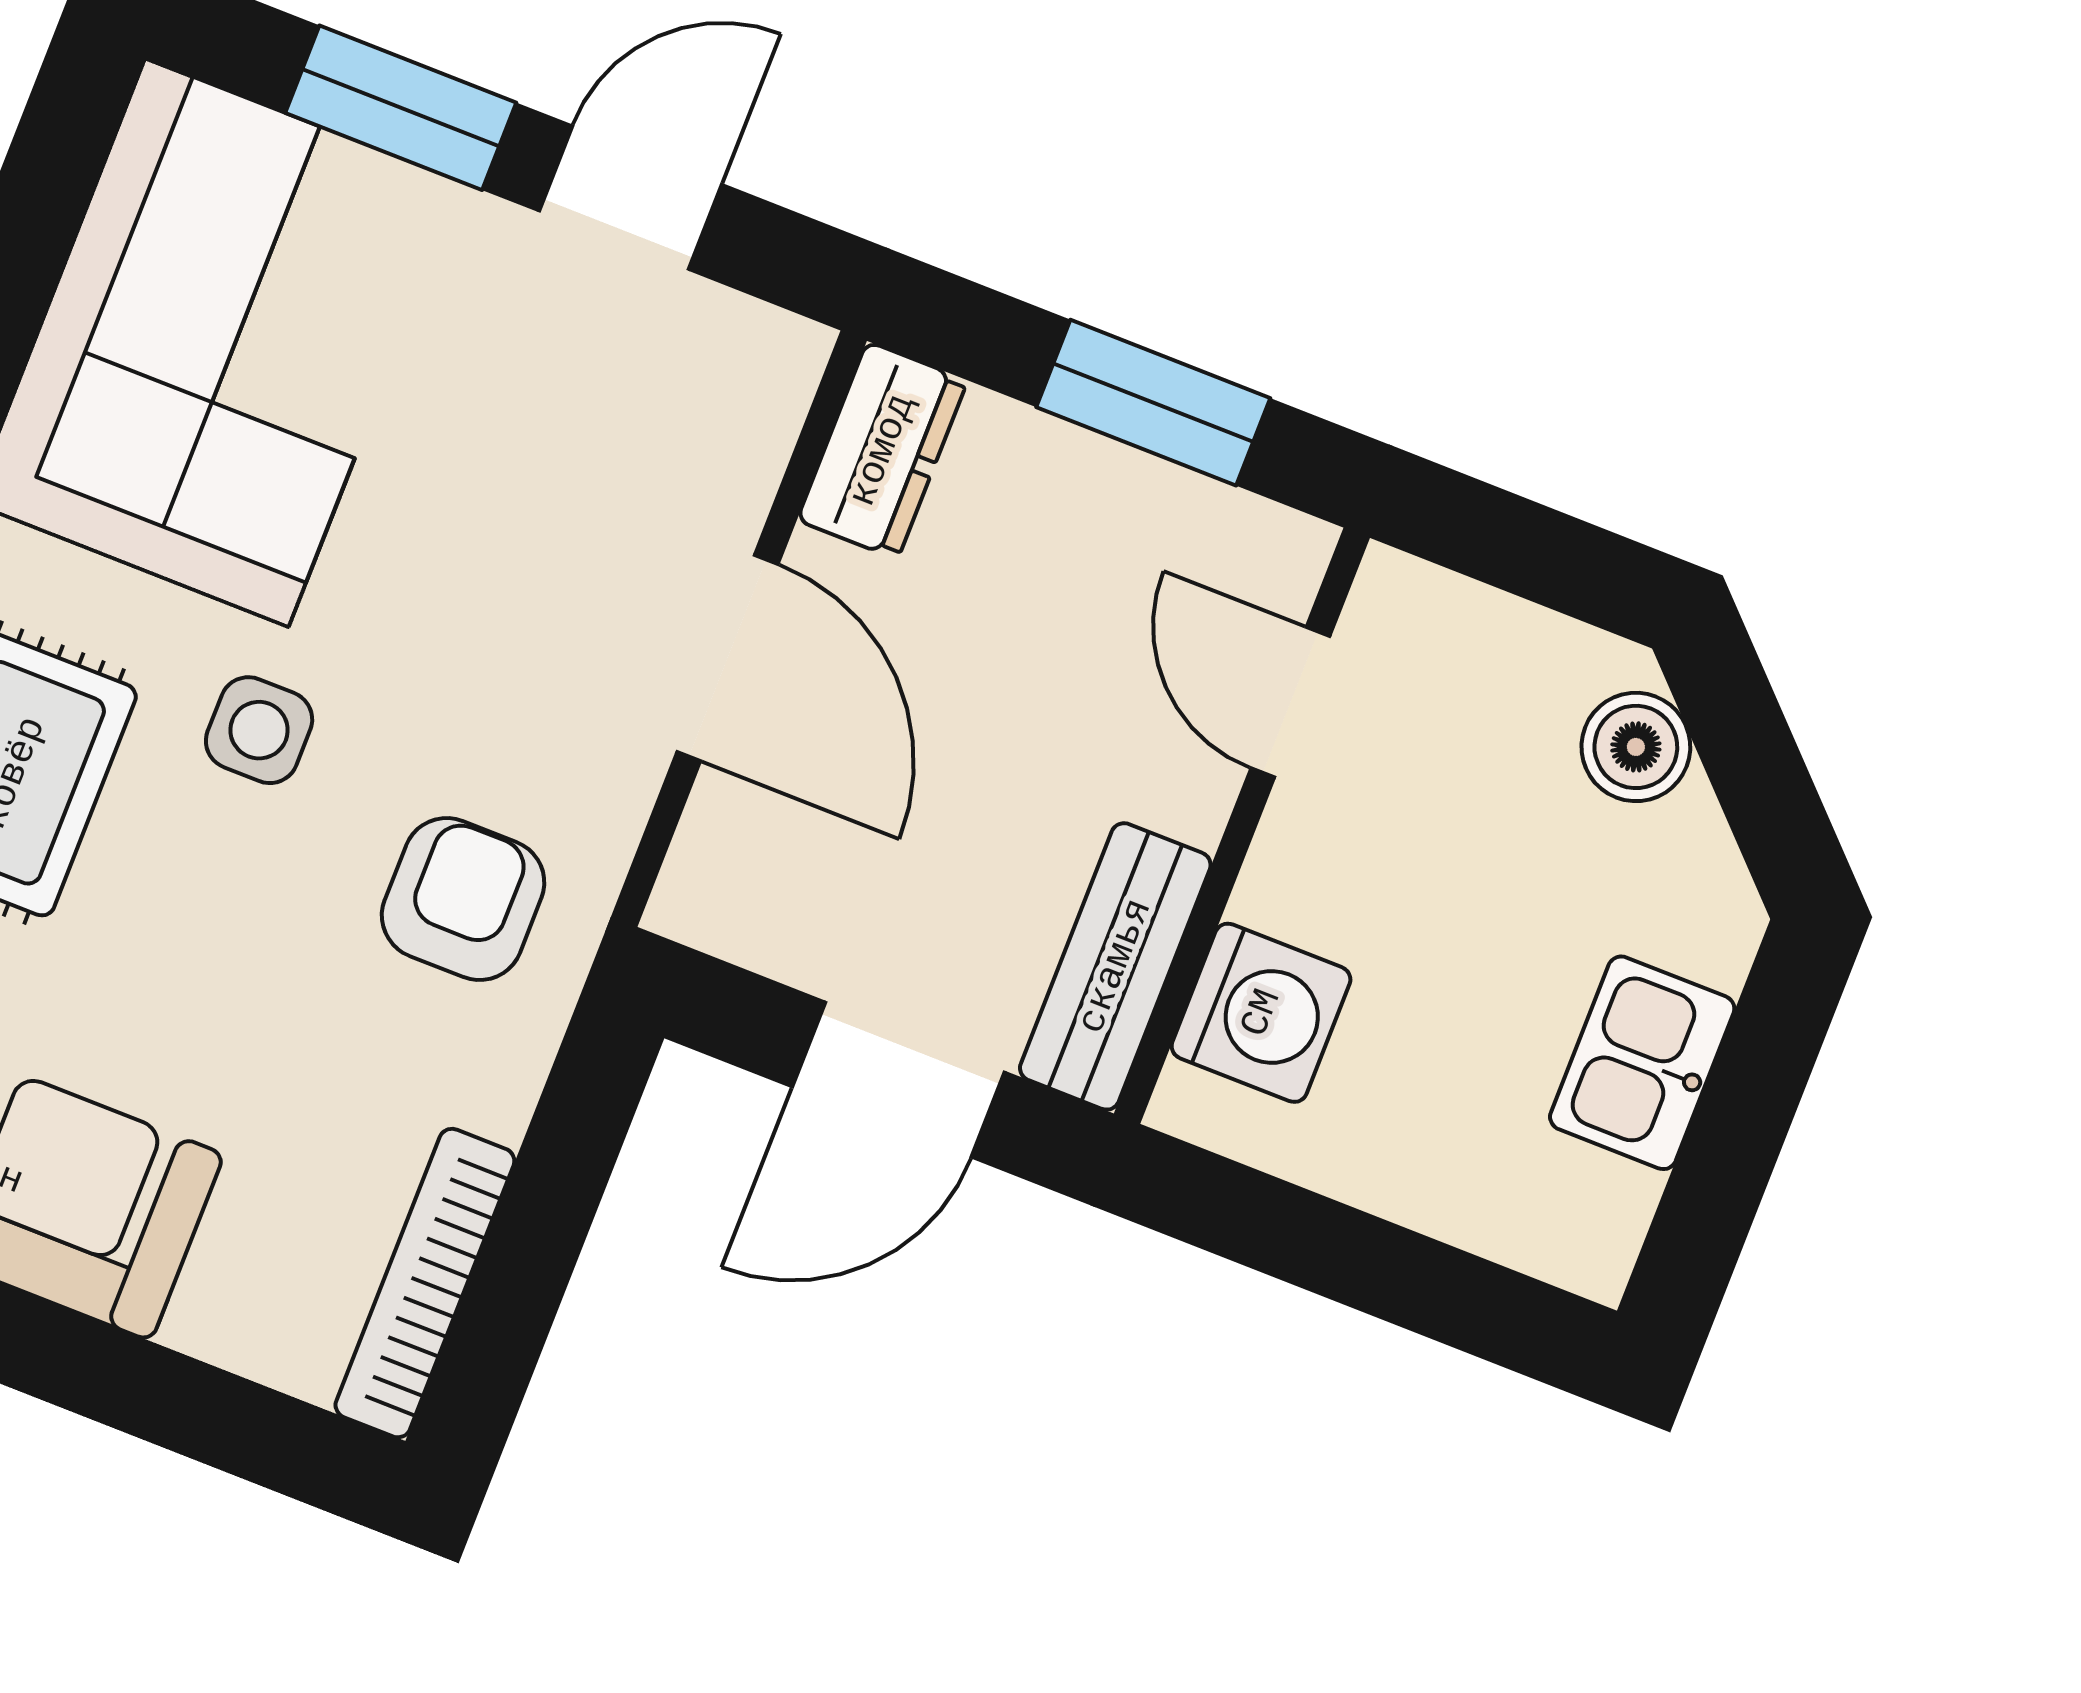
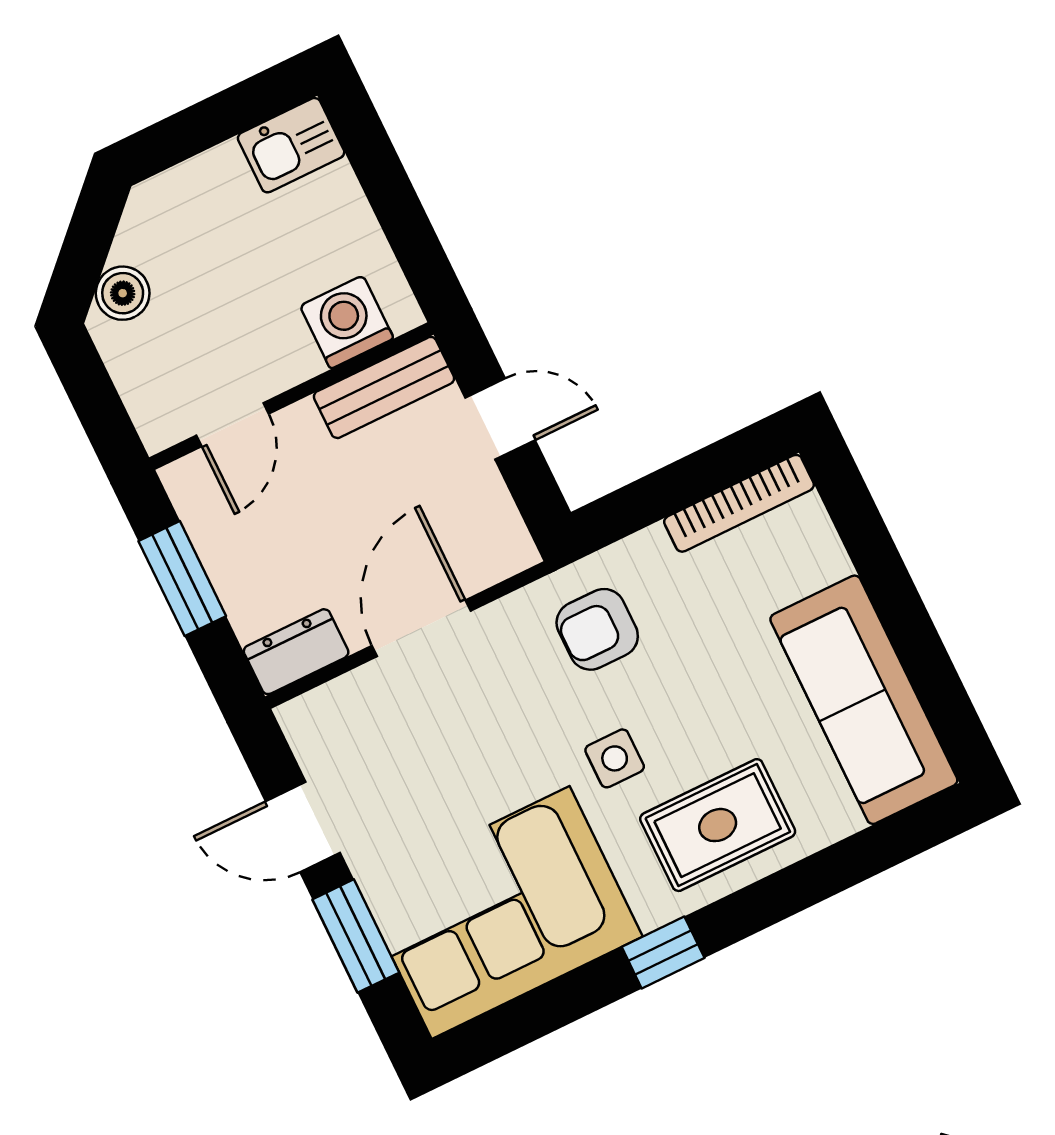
kitchen sink: (1642, 1063) -> (291, 145), moved
door: (898, 1080) -> (500, 419), width x0.73

